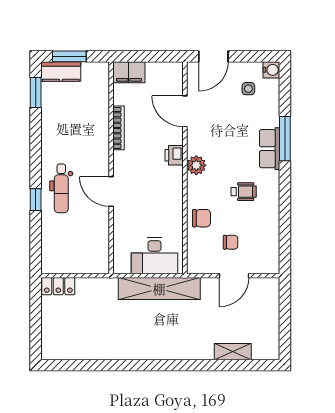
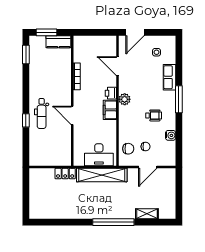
water cooler: (271, 70) -> (171, 135), moved
kitchen counter: (61, 72) -> (58, 42), moved
filing cabinet: (129, 72) -> (110, 110), moved, turned 90
window: (285, 139) -> (179, 99), moved
row of seats: (270, 149) -> (170, 77), moved
chair: (201, 218) -> (128, 149), moved
locker: (58, 286) -> (65, 174), moved
window: (178, 365) -> (113, 222), added

